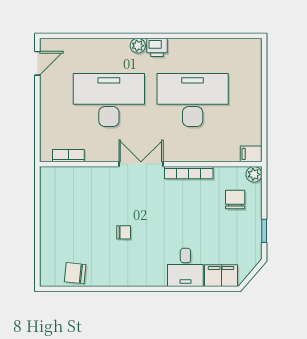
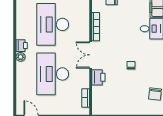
printer: (103, 177) -> (98, 77), added

